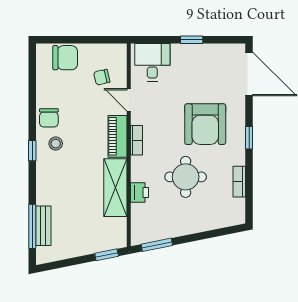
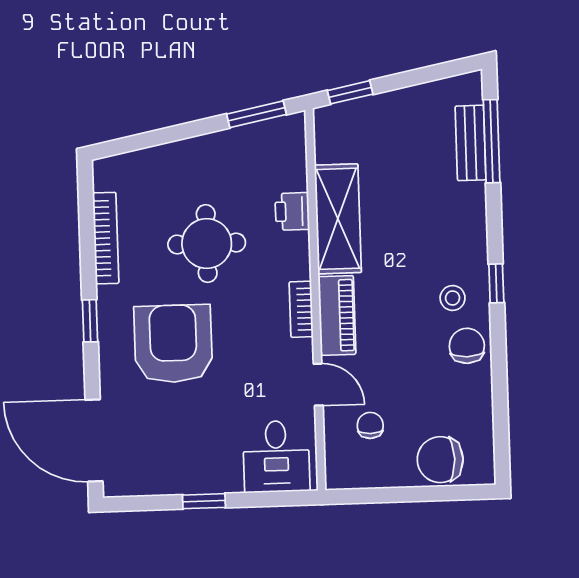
chair: (102, 77) -> (370, 425), turned -77
bookcase: (239, 182) -> (106, 238), width x1.56

